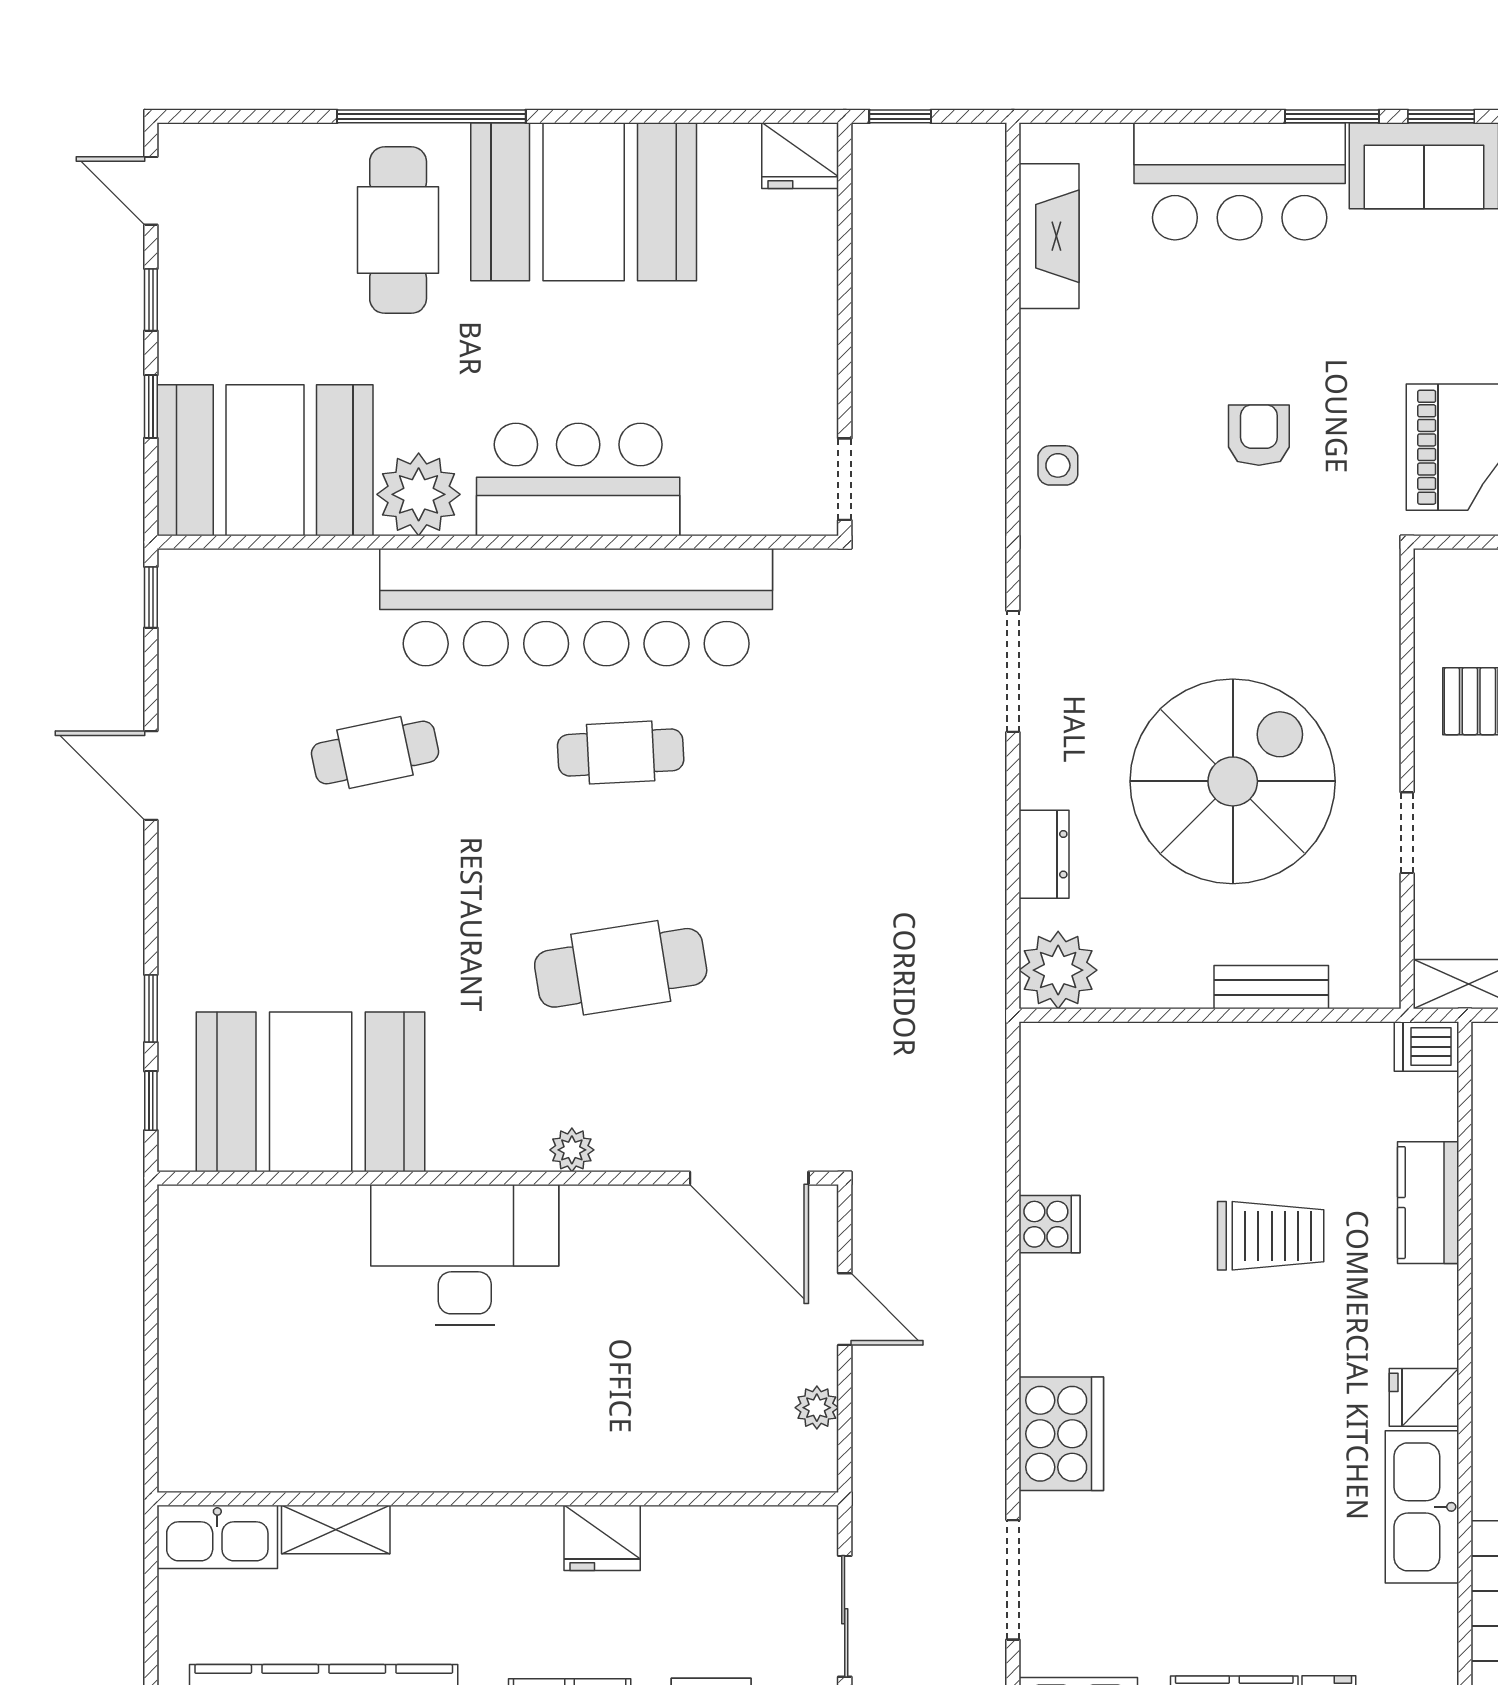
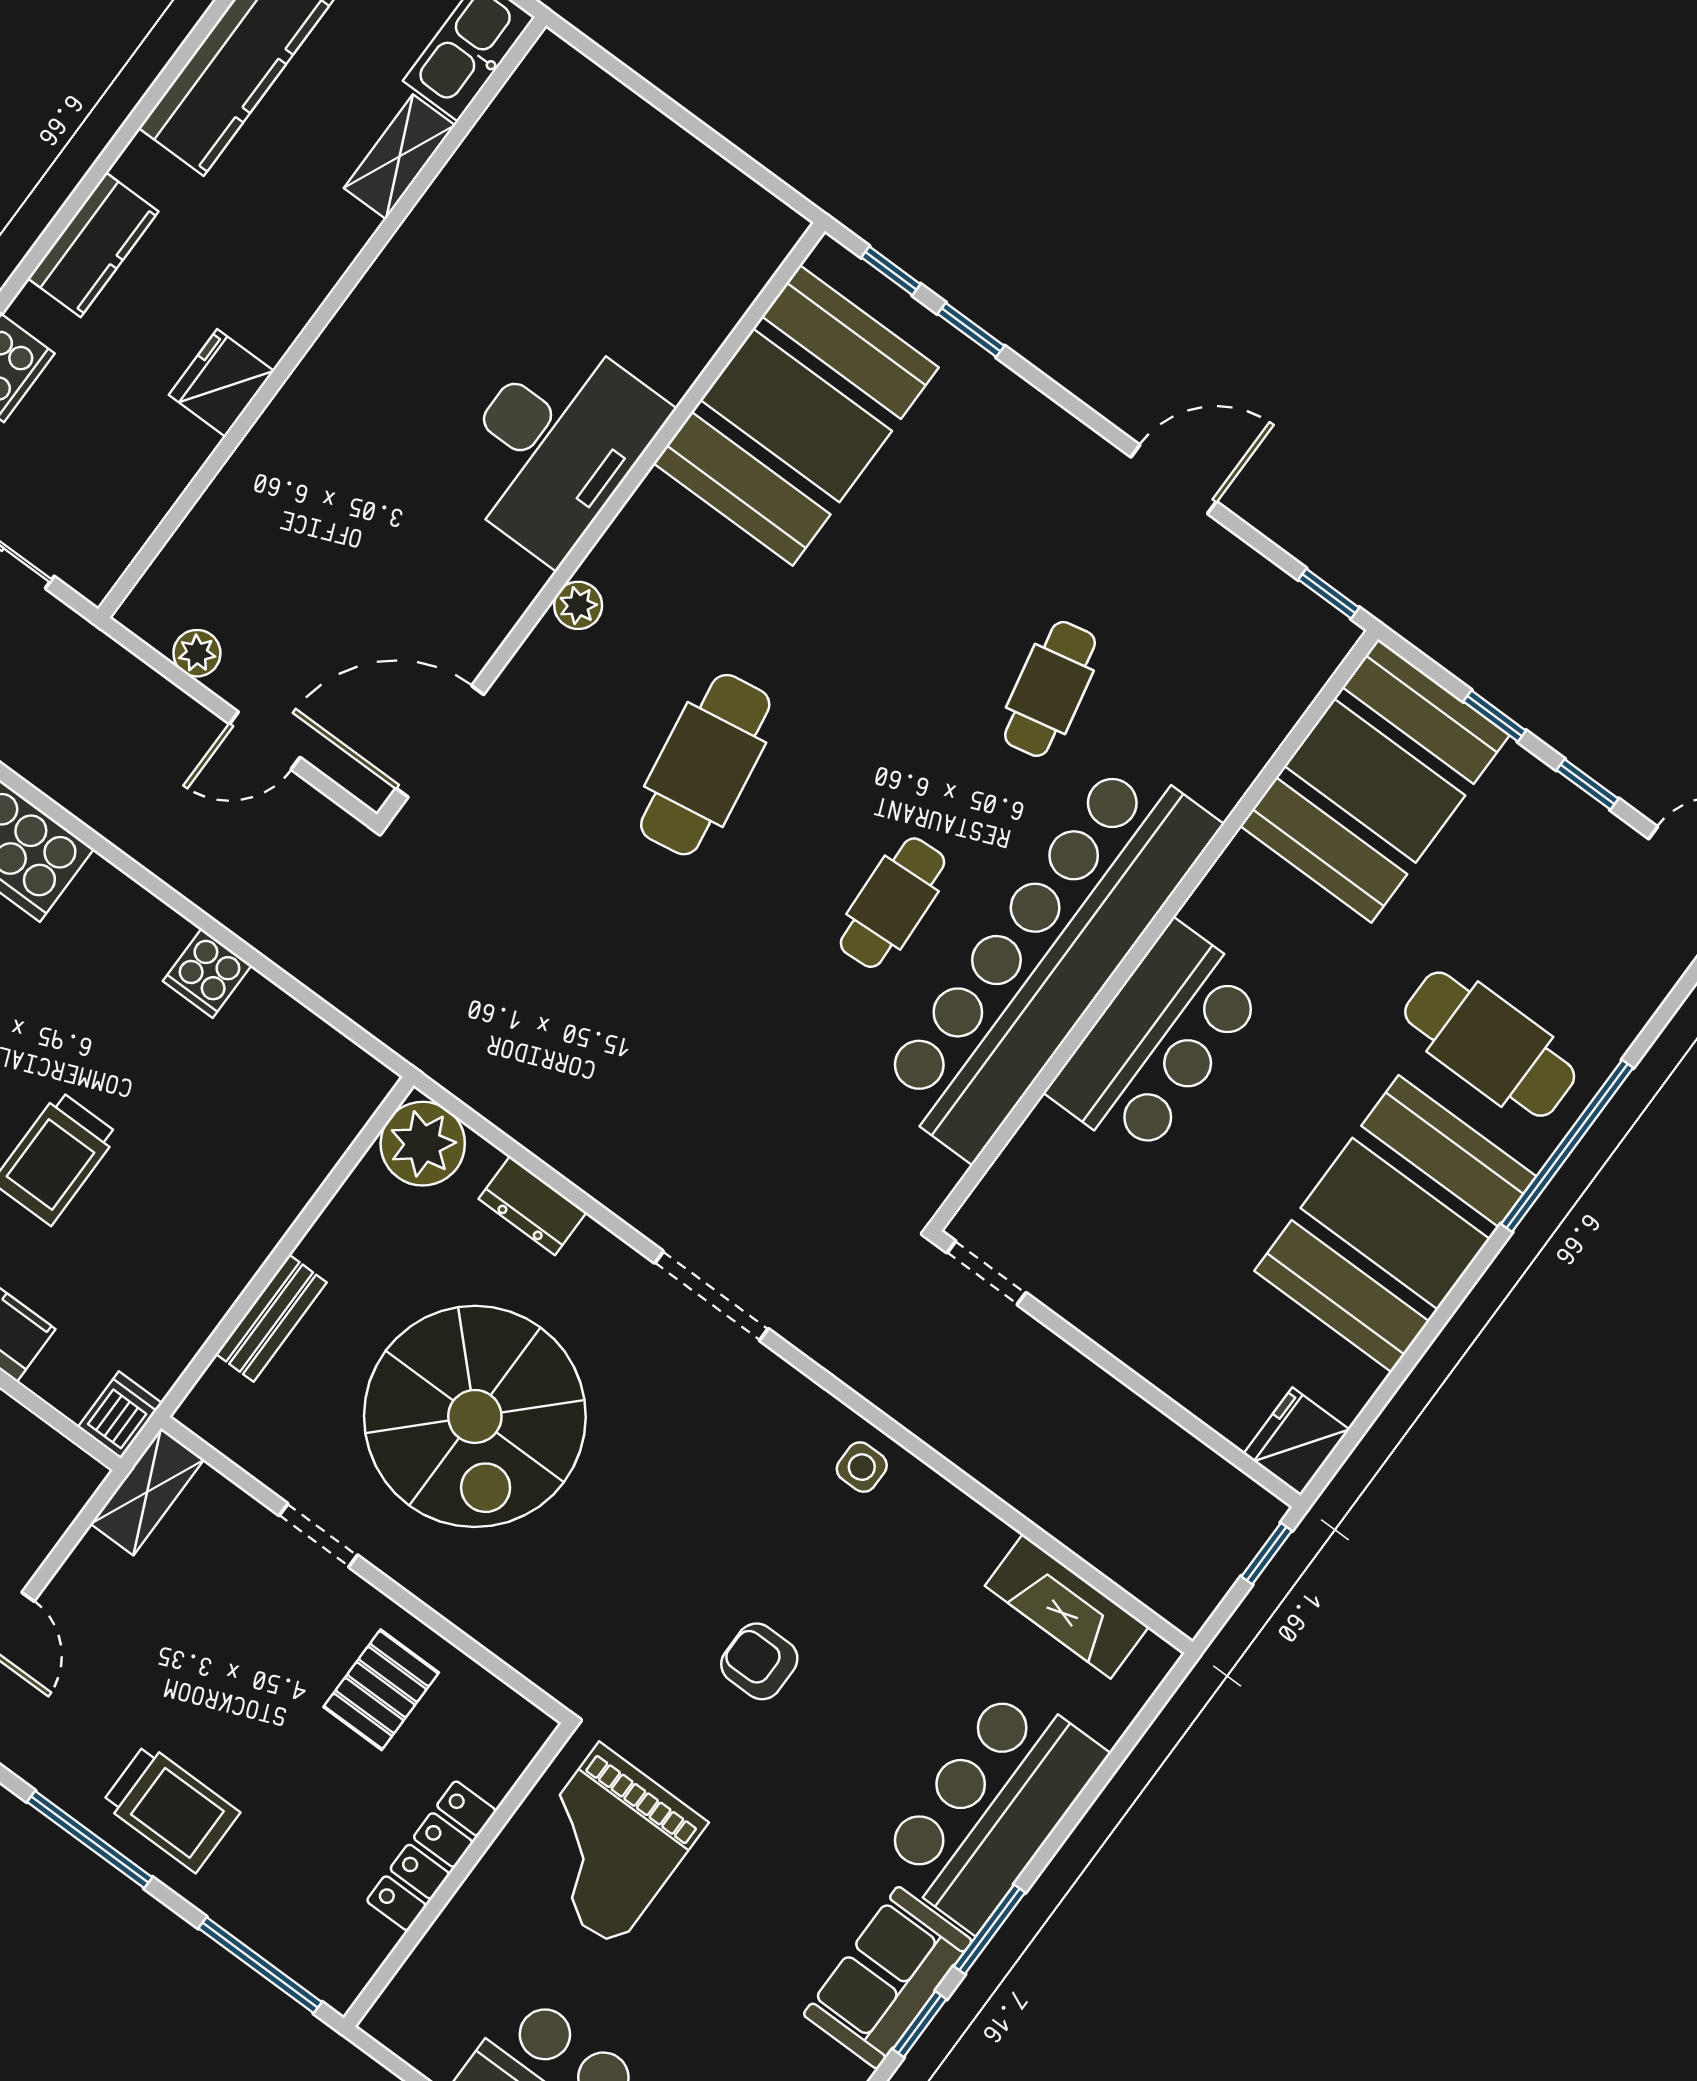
armchair: (1259, 435) -> (759, 1661), turned 180
plant: (419, 494) -> (1247, 892), removed

